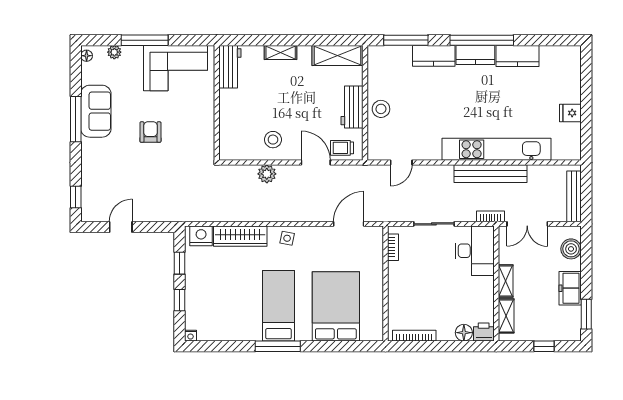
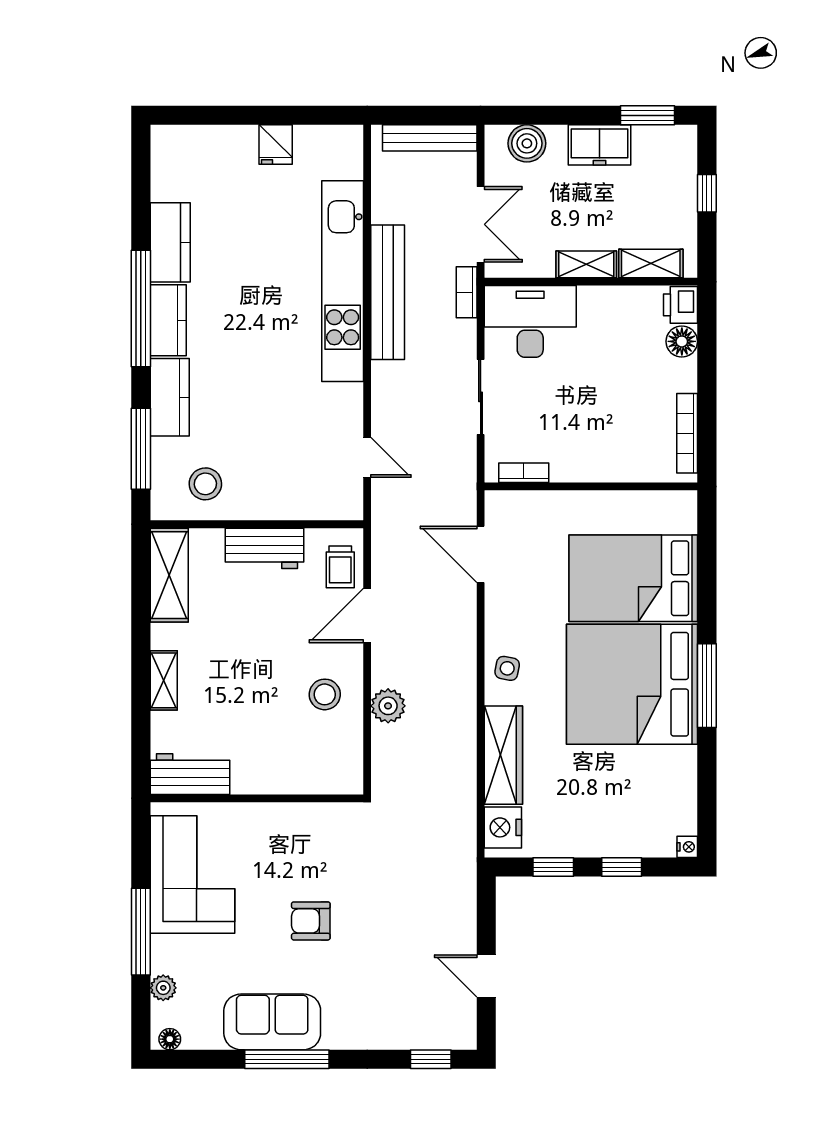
stool: (381, 109) -> (205, 484), moved
bed: (278, 306) -> (632, 684), width x2.04

